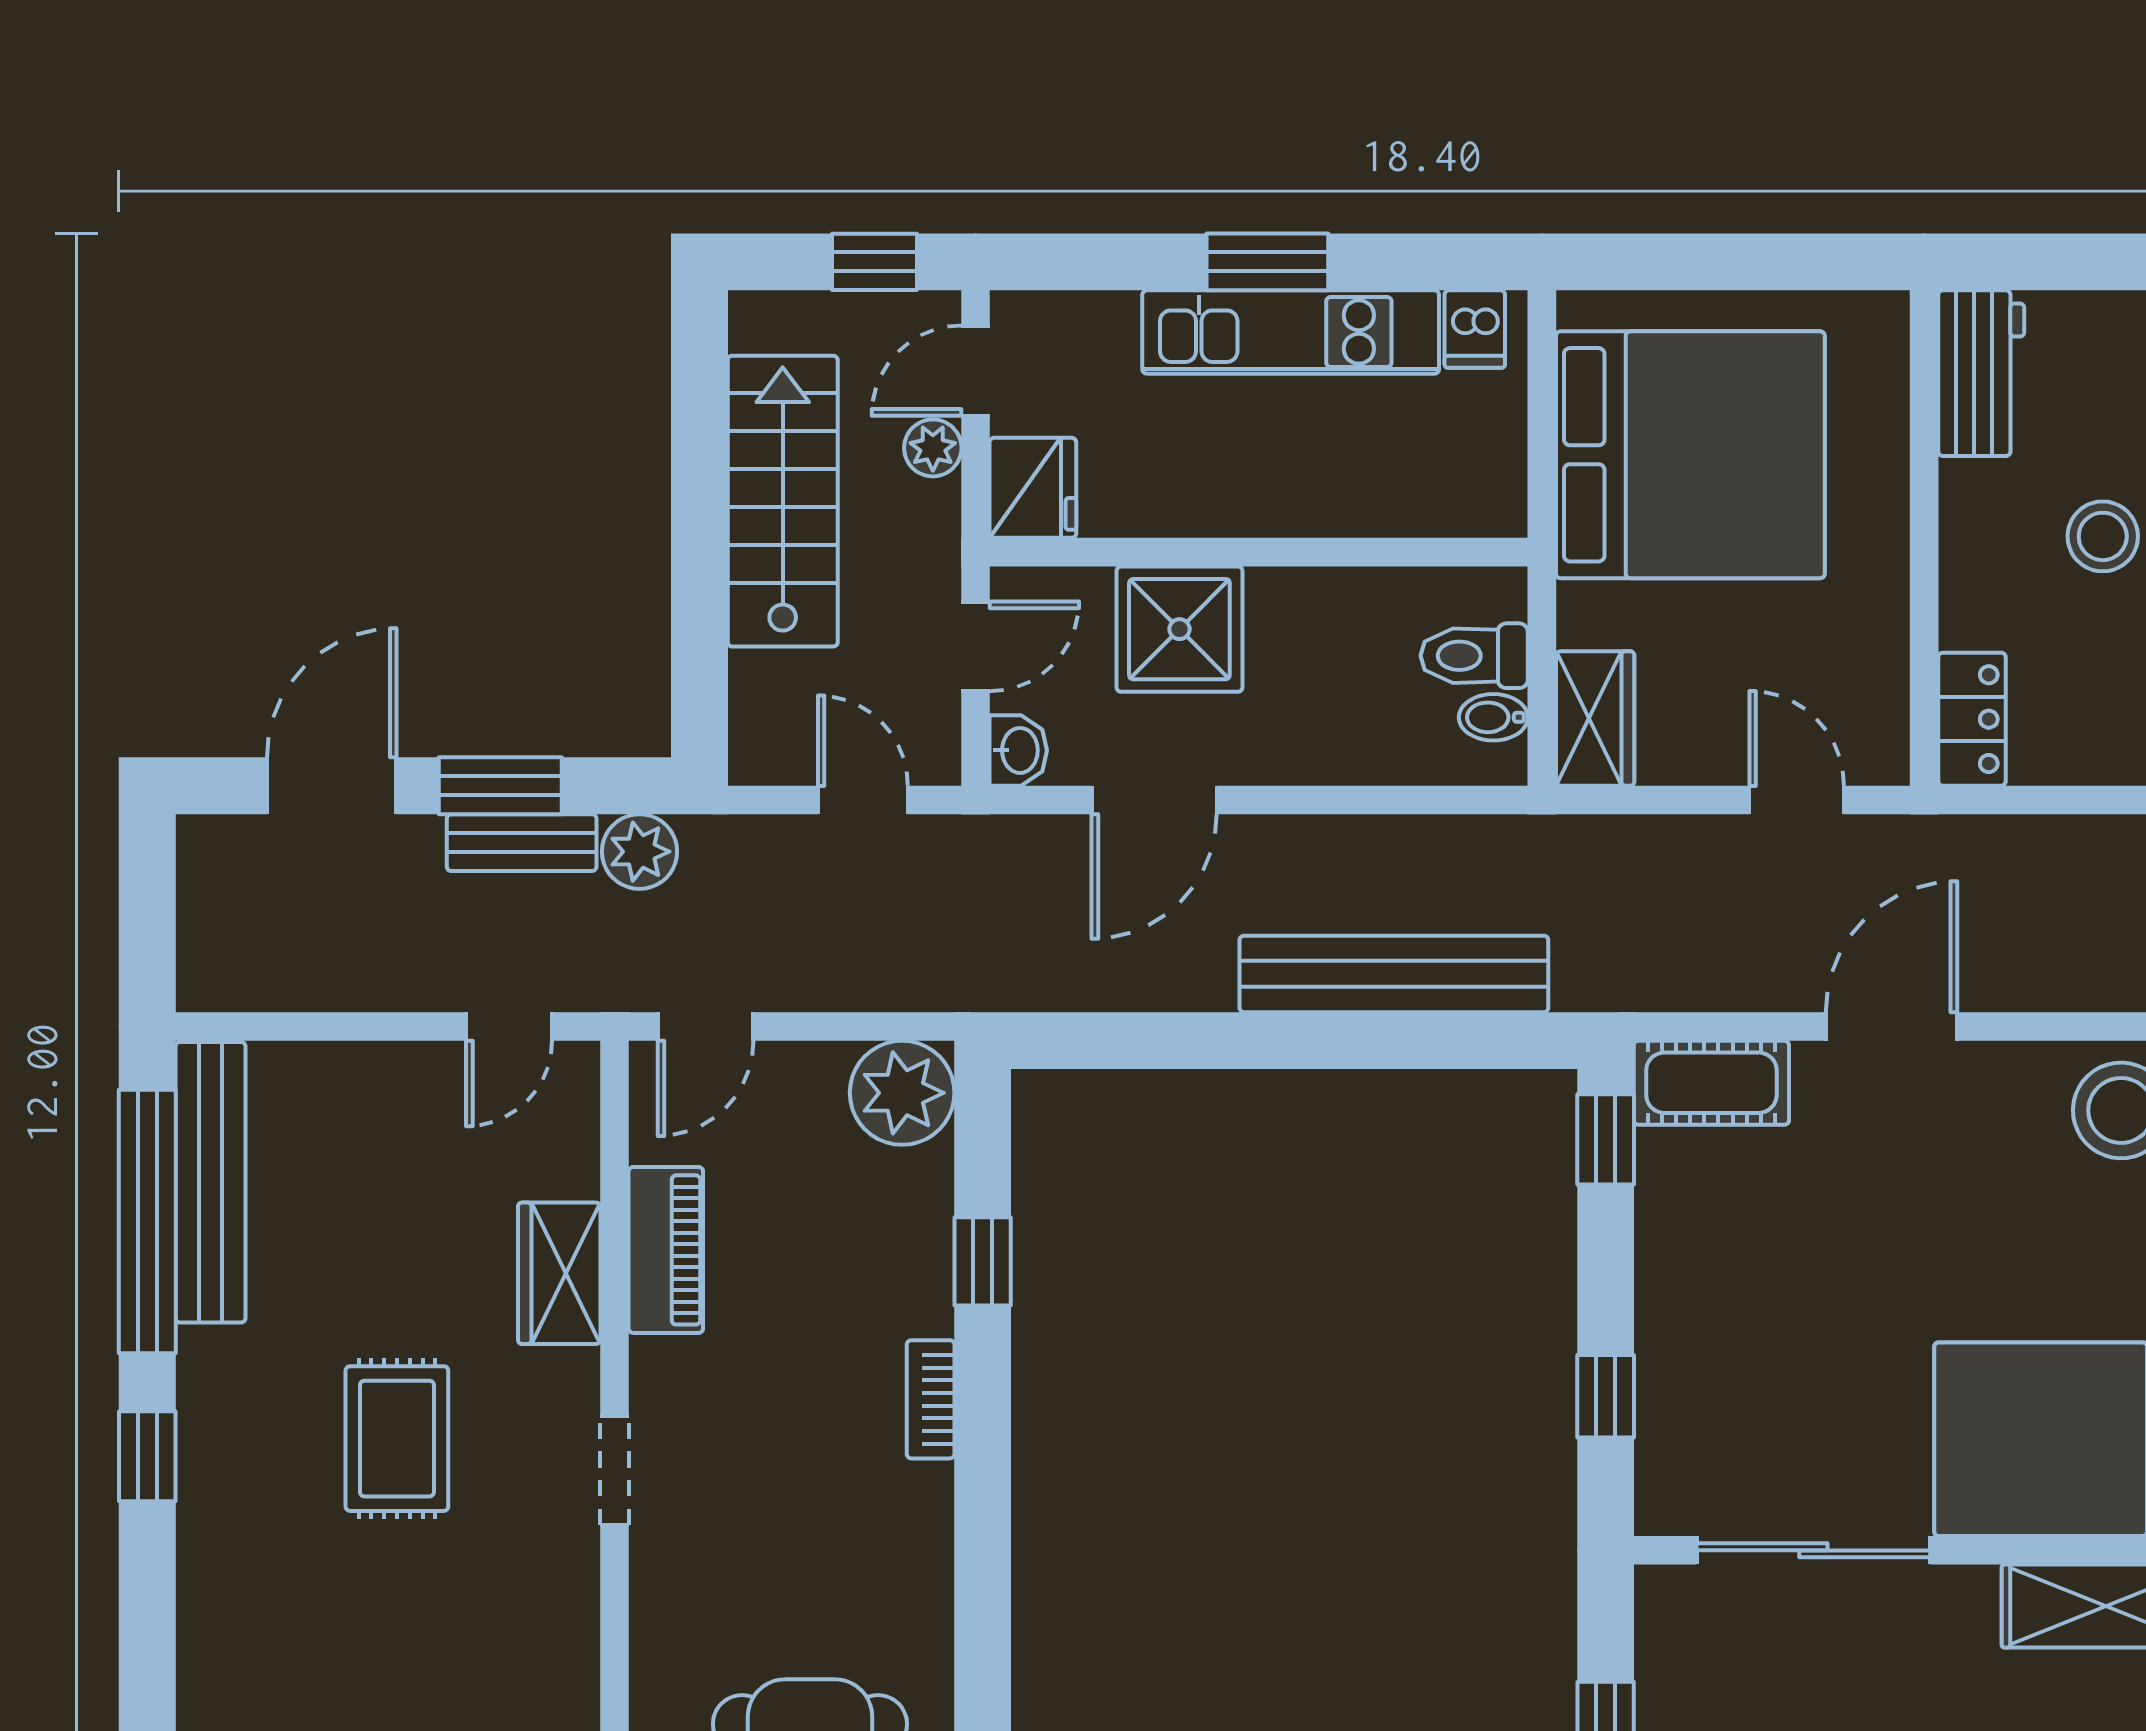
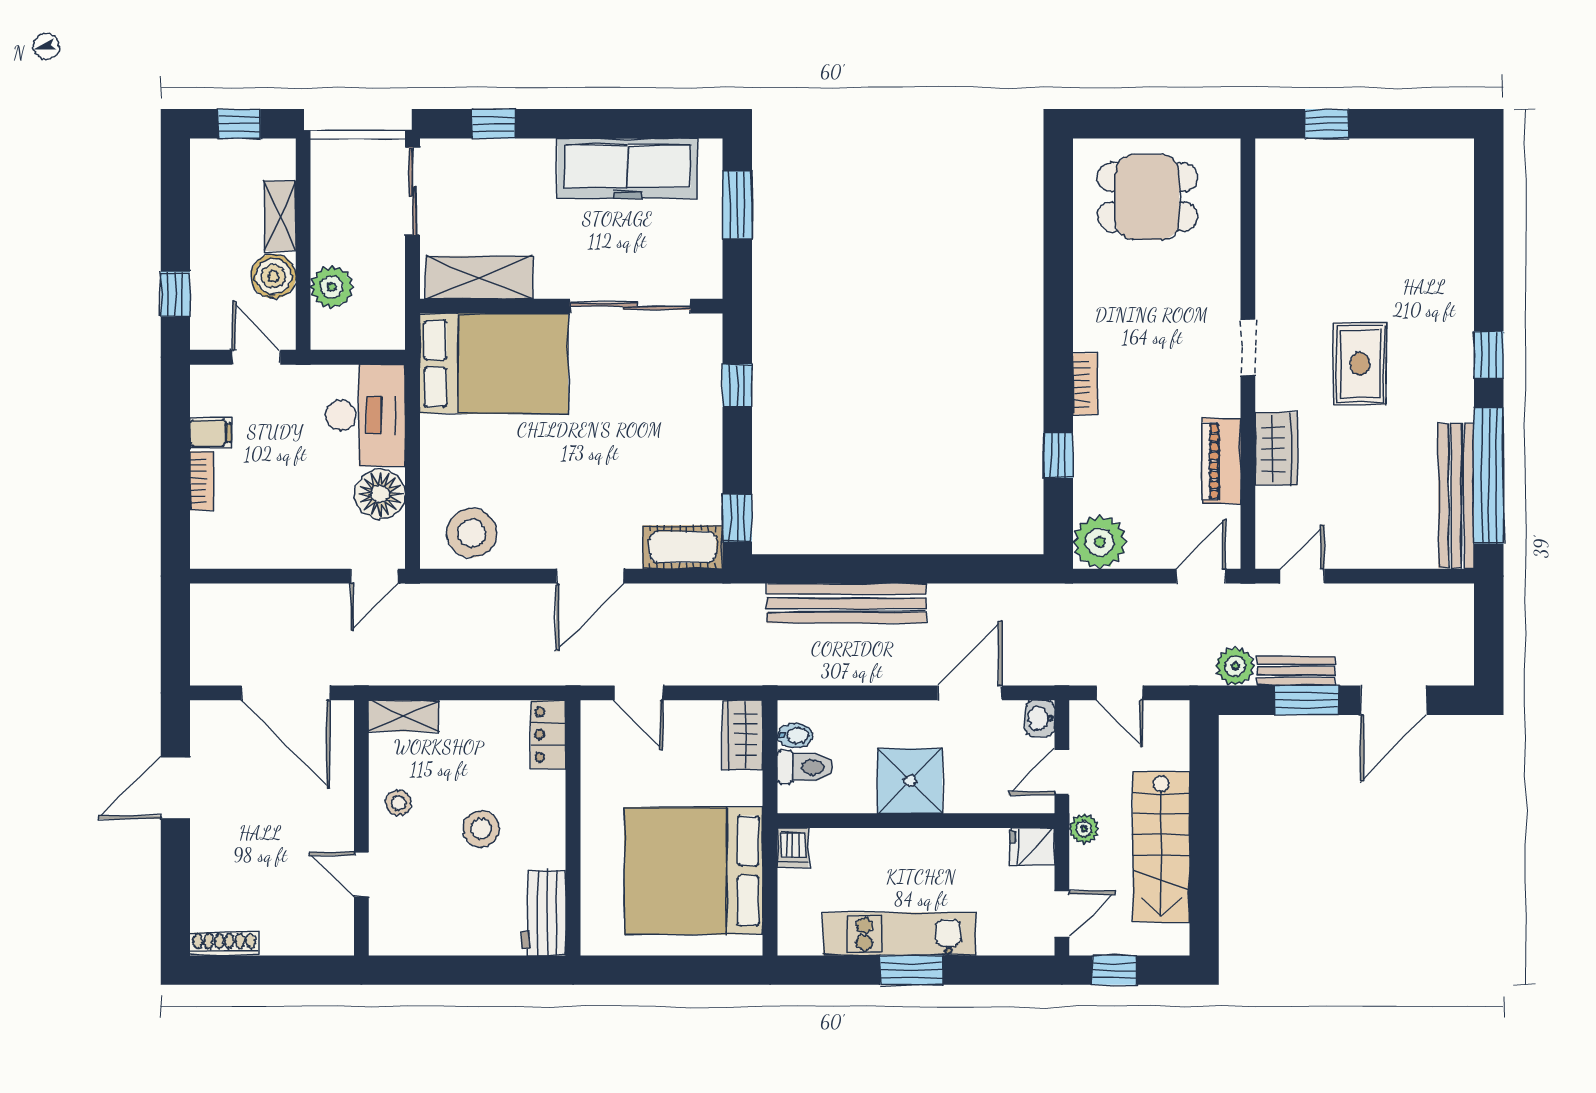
dishwasher: (1475, 329) -> (793, 848), moved, turned 180
plant: (933, 448) -> (1084, 829), moved
fridge: (1033, 488) -> (1032, 847), width x0.72
shower: (1179, 629) -> (910, 781), moved

